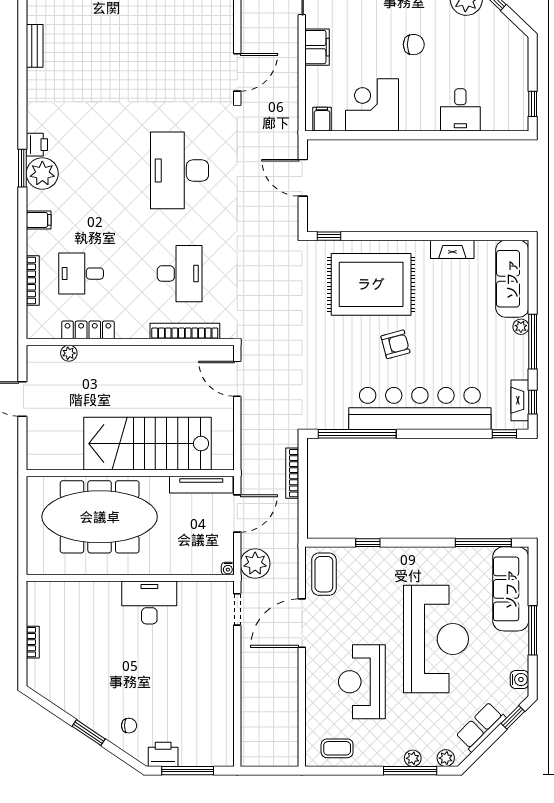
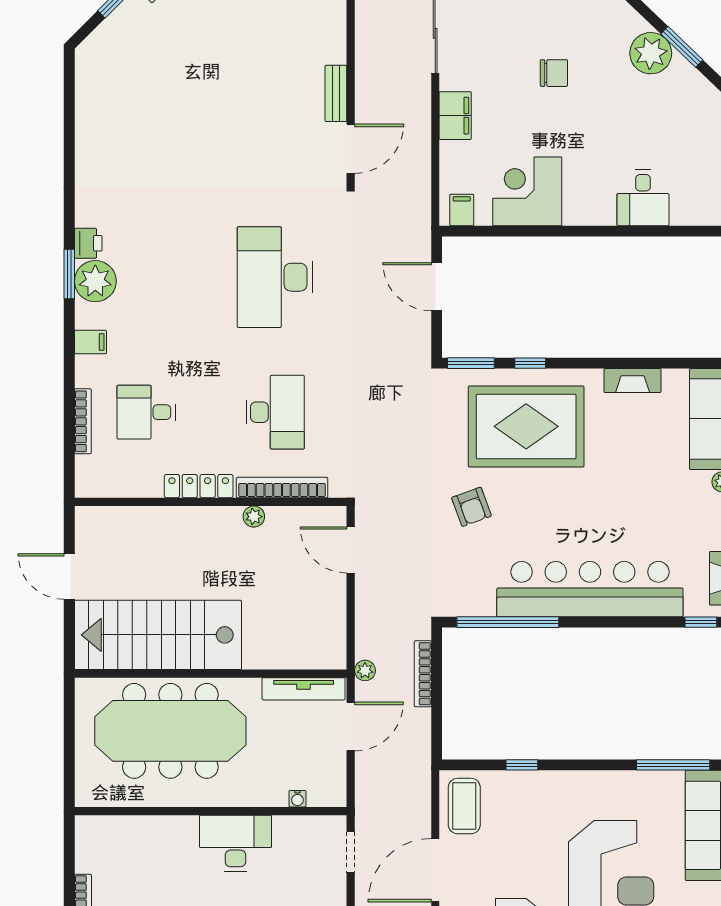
chair: (414, 45) -> (554, 73), moved
bench: (35, 46) -> (336, 93), moved
window: (329, 236) -> (471, 363), width x1.50
window: (374, 236) -> (530, 363), added
locker: (88, 330) -> (199, 486), moved
armchair: (395, 344) -> (471, 507), moved, turned 85
plant: (69, 353) -> (254, 517), moved
stairs: (148, 444) -> (158, 635), moved
plant: (255, 564) -> (365, 670), moved, width x0.53, depth x0.53
water cooler: (228, 569) -> (297, 799), moved

